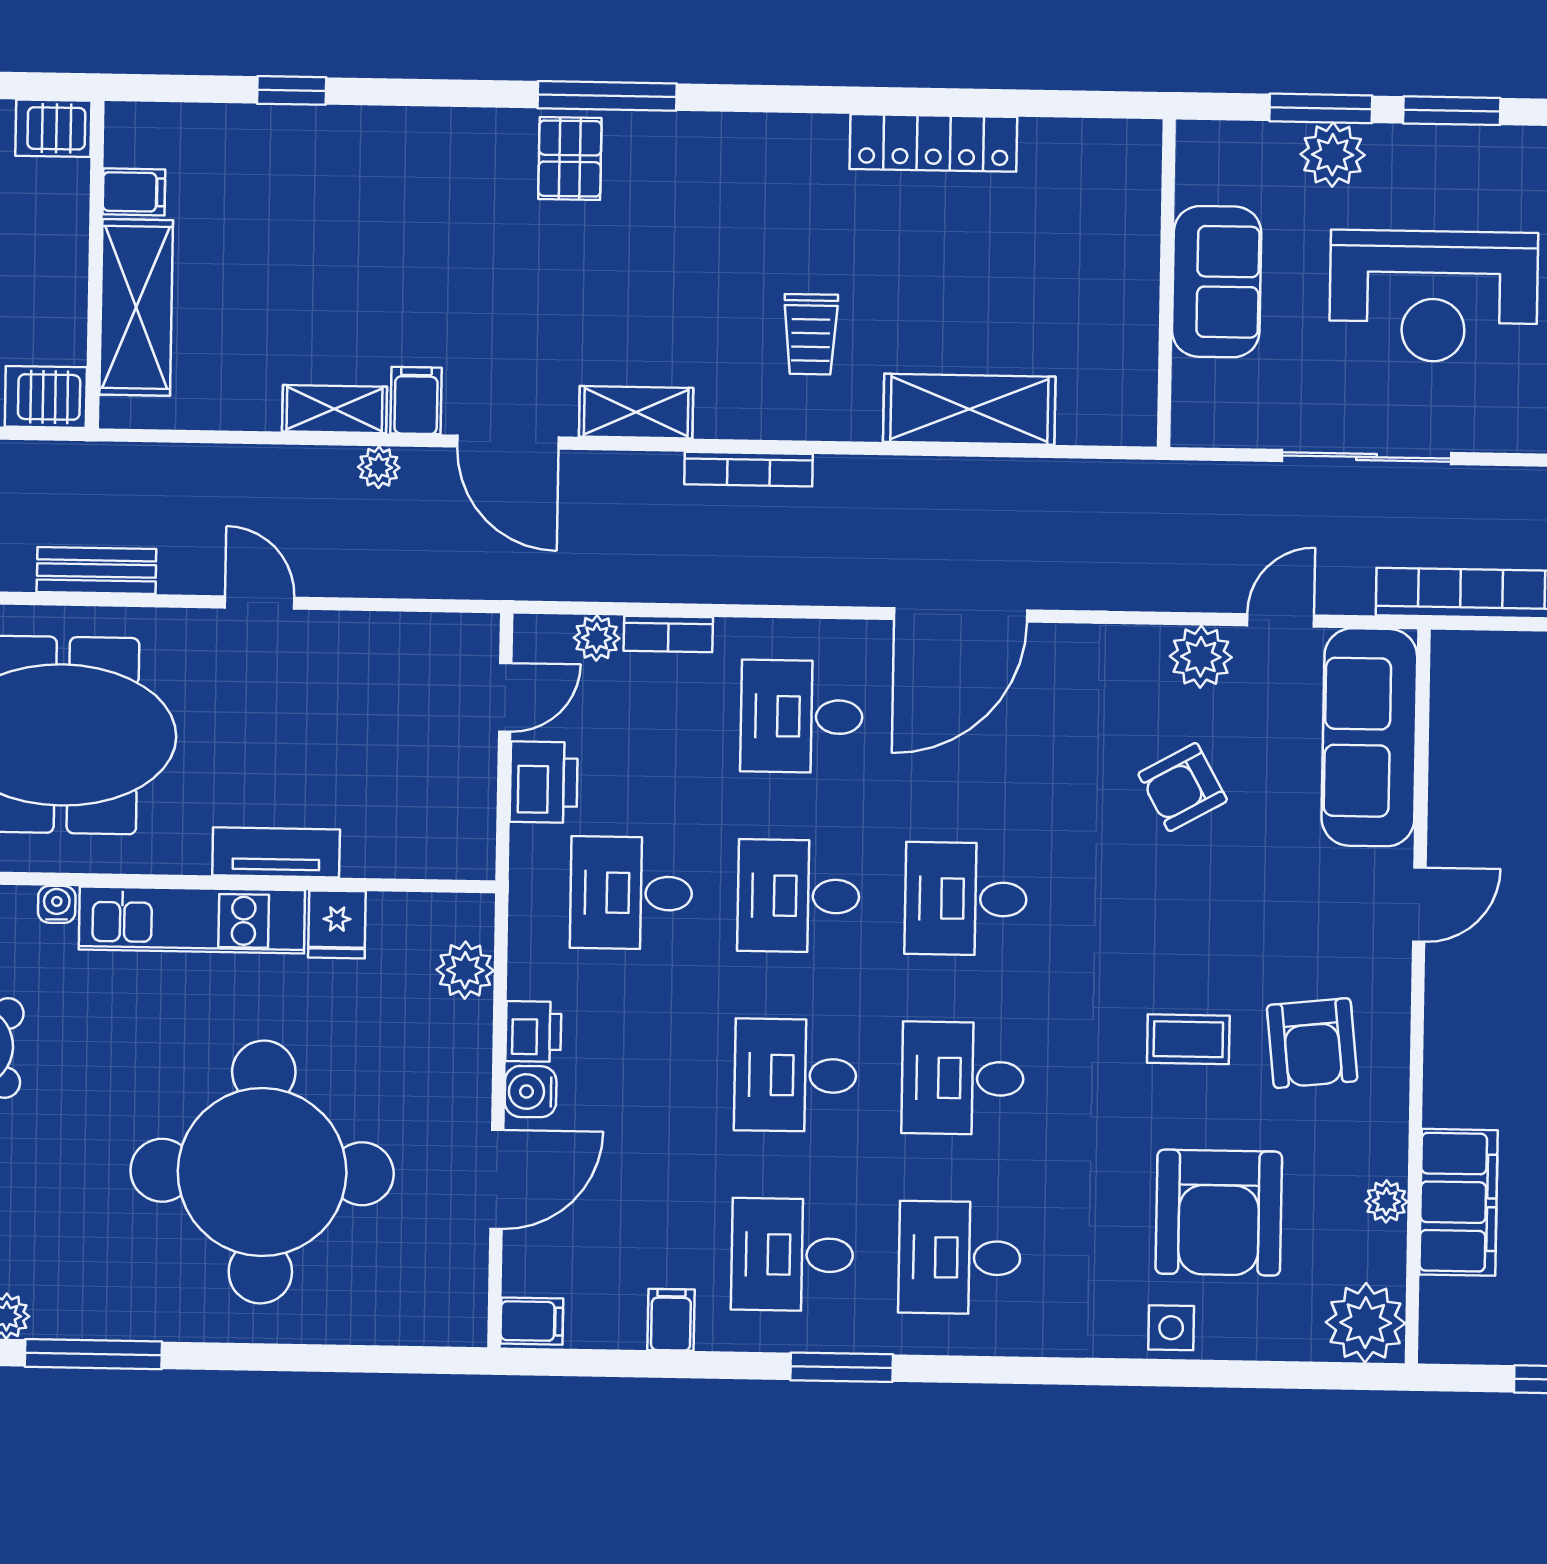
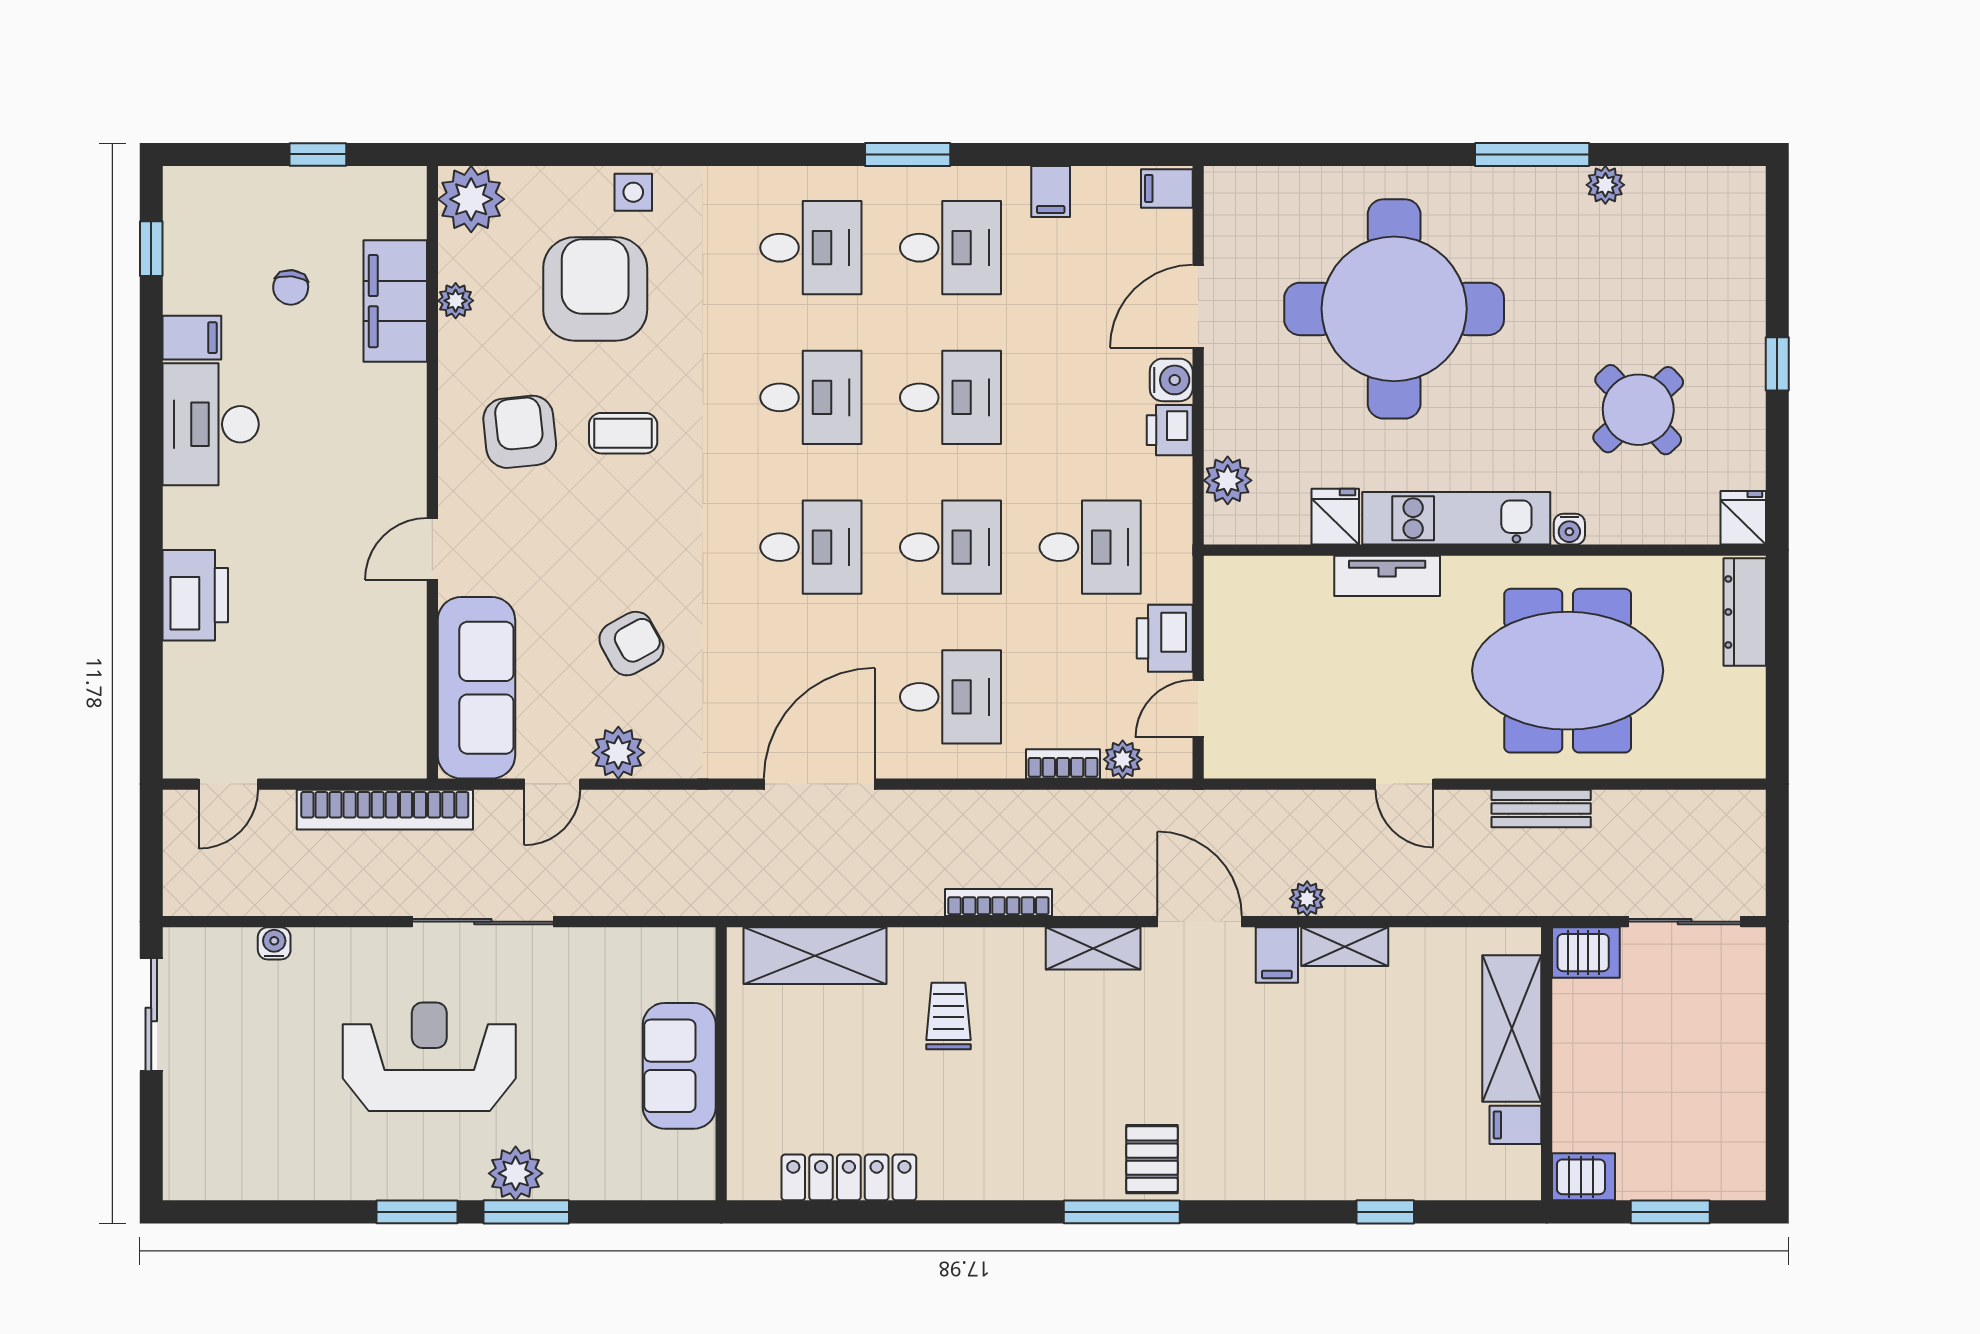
sofa: (1217, 282) -> (679, 1066), moved
wall: (1166, 283) -> (721, 1064), moved

